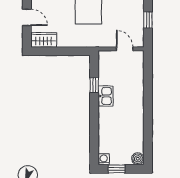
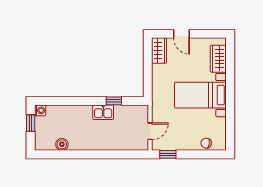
door: (27, 17) -> (182, 34), hinge flipped
window: (148, 20) -> (168, 154), moved
boiler: (138, 159) -> (62, 144), moved

